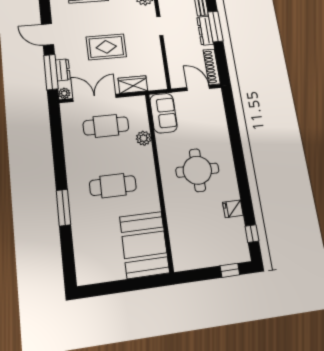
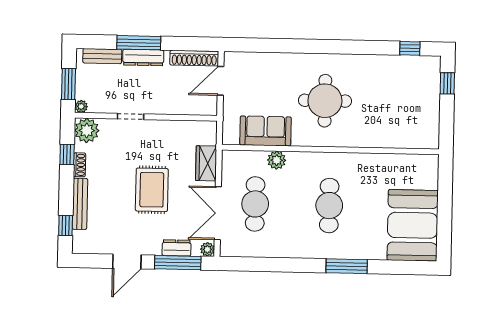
sofa: (164, 113) -> (265, 131), moved
fridge: (233, 209) -> (377, 66), removed
booth: (144, 245) -> (413, 225), moved, turned 90

